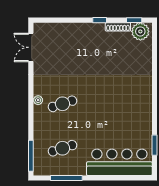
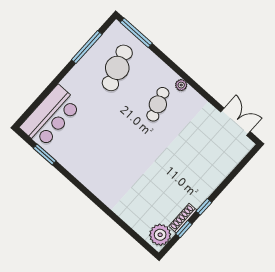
window: (134, 20) -> (184, 229), moved
cafe table: (62, 148) -> (117, 68), width x1.37, depth x1.35
bar counter: (119, 162) -> (51, 116), width x0.73

